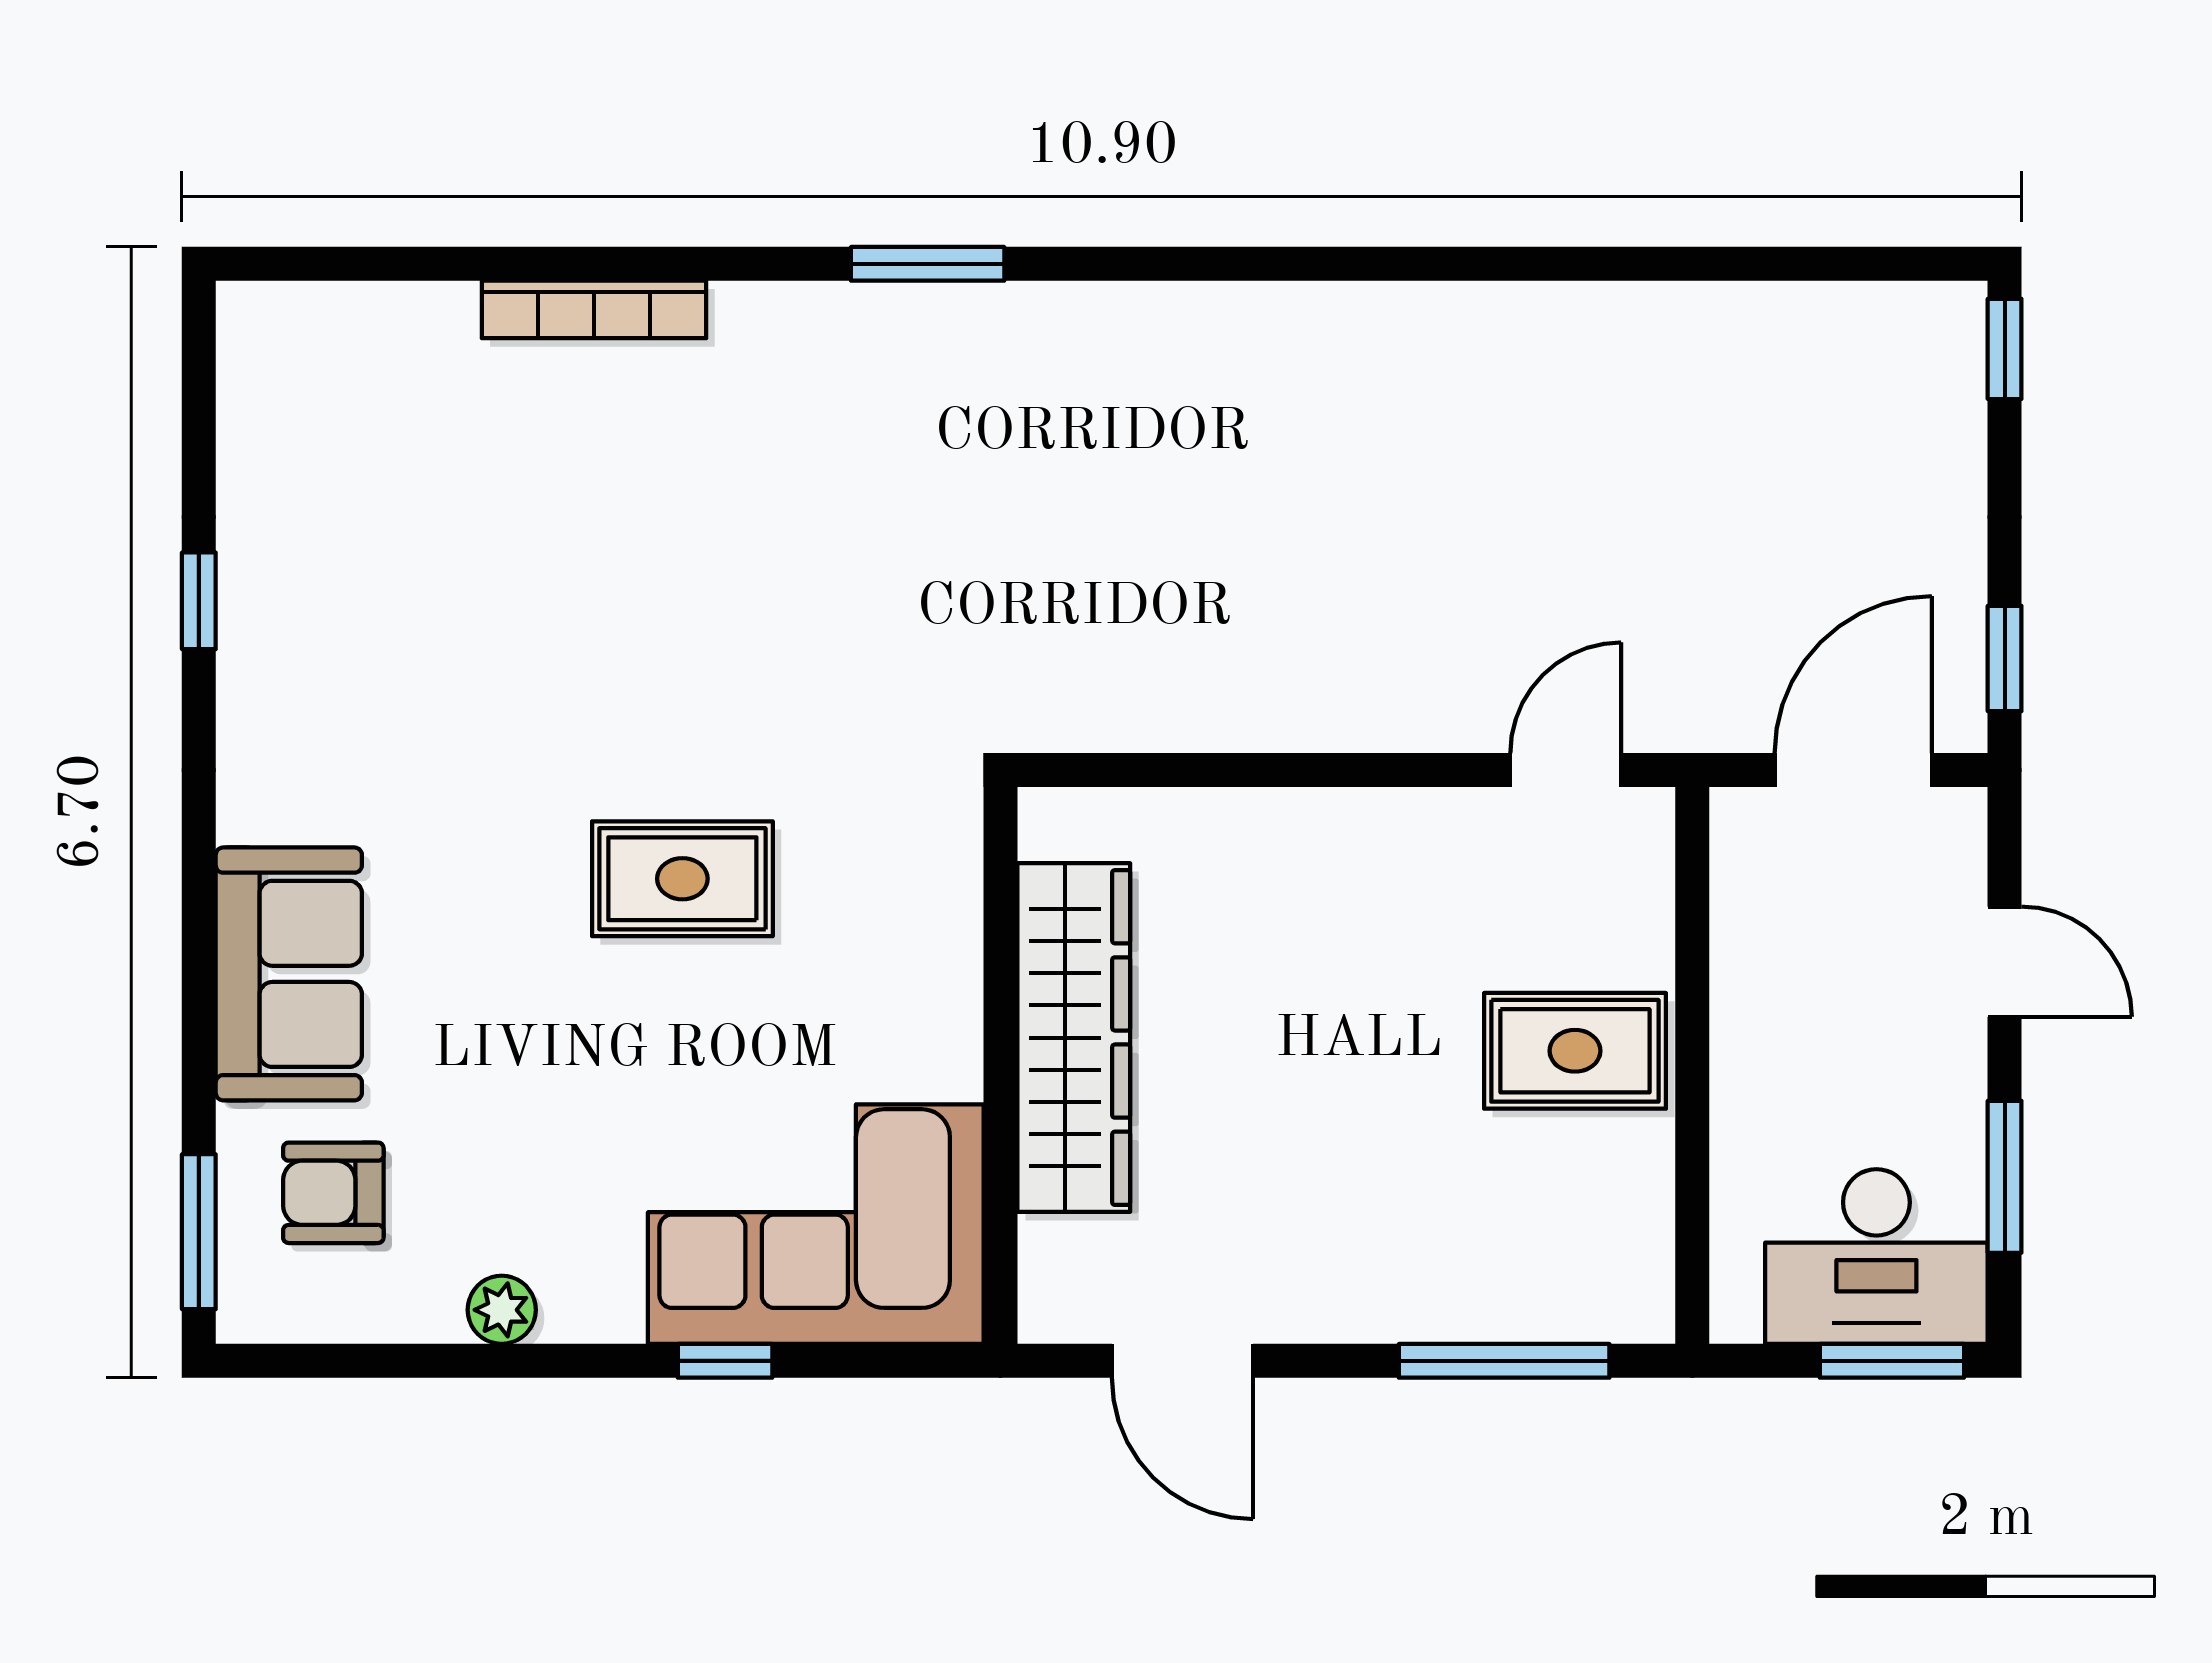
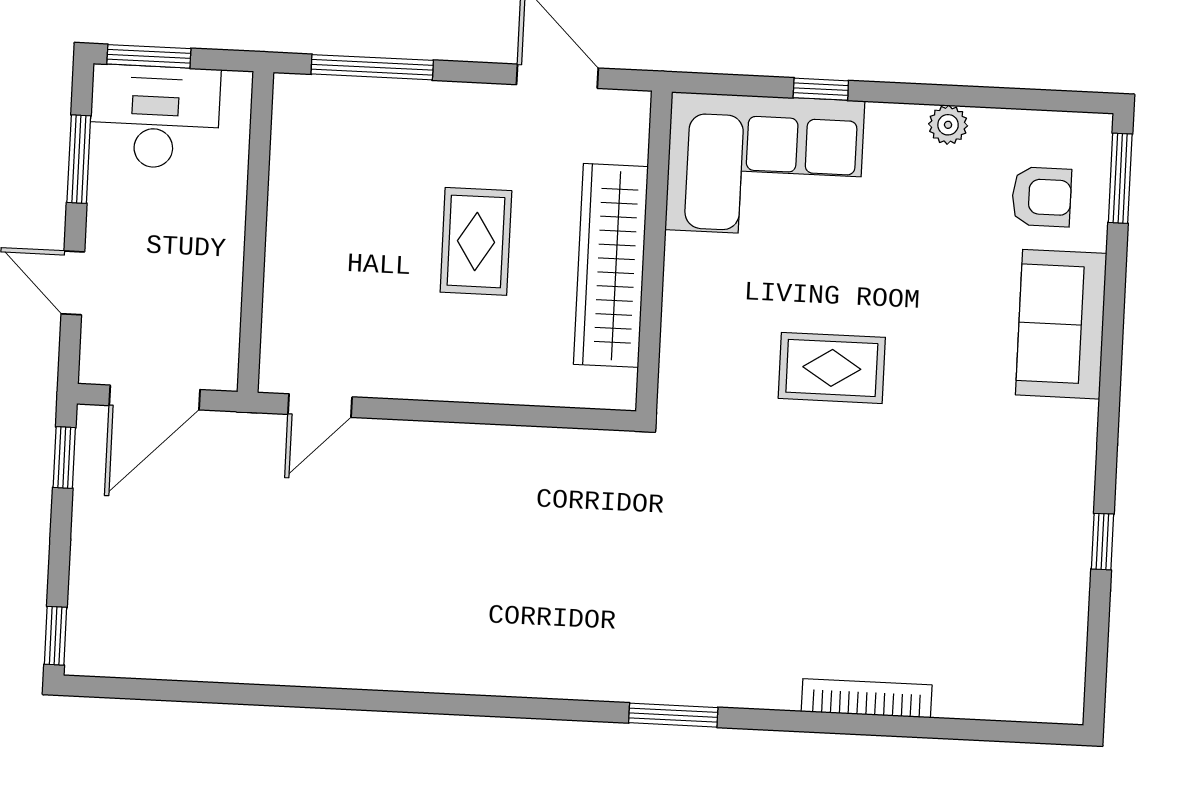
rug: (1575, 1051) -> (476, 241), moved, turned 90

